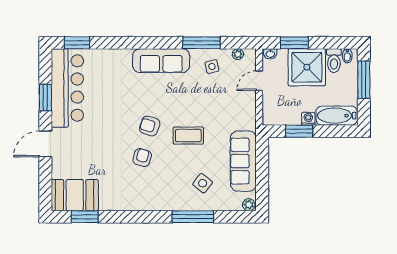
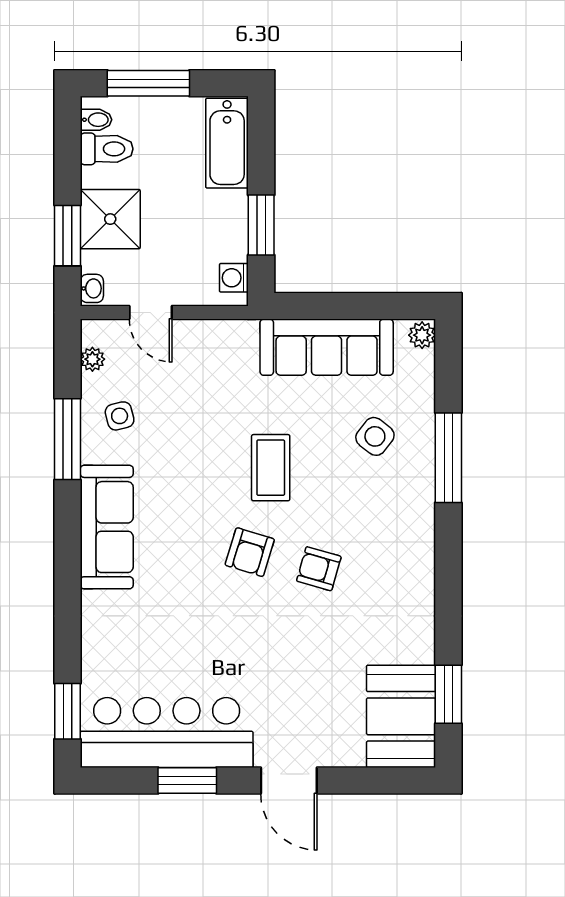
shower: (307, 67) -> (110, 219), width x0.73, depth x0.73
washing machine: (308, 119) -> (234, 278), moved

